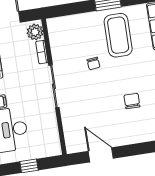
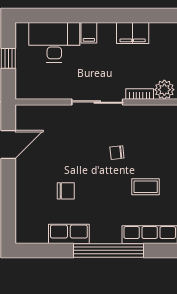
coffee table: (118, 35) -> (146, 187), width x0.54, depth x0.58

